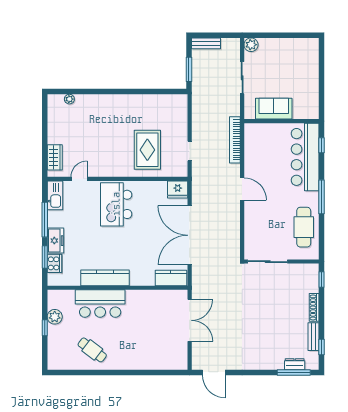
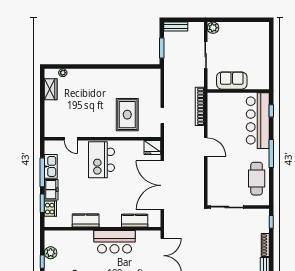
wardrobe: (55, 157) -> (51, 89), moved
door: (79, 179) -> (71, 139), swing flipped
kitchen sink: (55, 195) -> (51, 166), moved
kitchen counter: (105, 278) -> (86, 220), width x0.67
kitchen counter: (171, 278) -> (135, 221), moved
bar counter: (100, 304) -> (115, 242), moved

